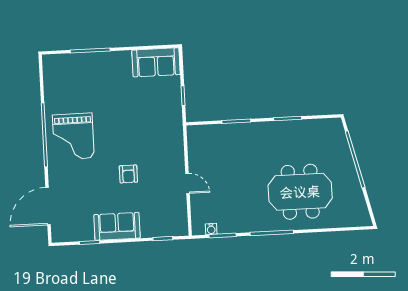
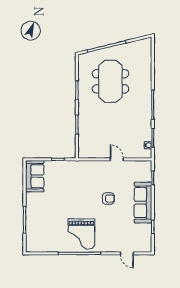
grand piano: (73, 137) -> (81, 234), turned 90
door: (188, 183) -> (117, 159), hinge flipped
meeting table: (300, 192) -> (110, 81), moved
door: (48, 206) -> (127, 253), width x0.53
sofa: (117, 226) -> (143, 203), width x1.36

